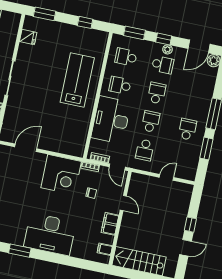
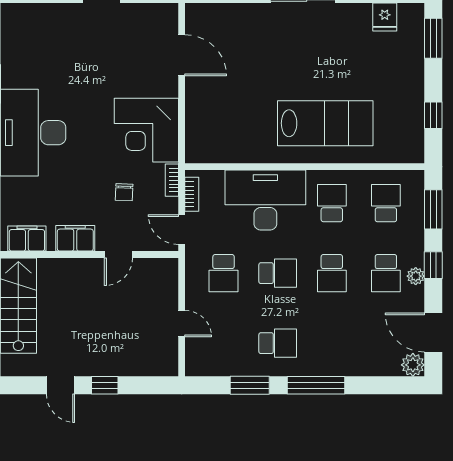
school desk: (157, 93) -> (332, 273), turned 90
school desk: (145, 150) -> (224, 273), turned -90
door: (117, 167) -> (182, 230), hinge flipped
filing cabinet: (105, 249) -> (27, 239), width x2.00

